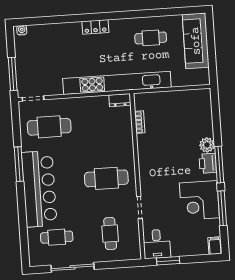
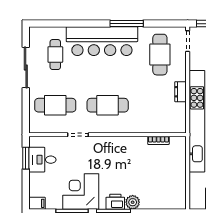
dresser: (120, 100) -> (181, 92), moved
cafe table: (106, 178) -> (108, 105), turned 90
cafe table: (110, 234) -> (55, 105), width x1.37, depth x1.35
desk: (157, 244) -> (42, 160), moved

